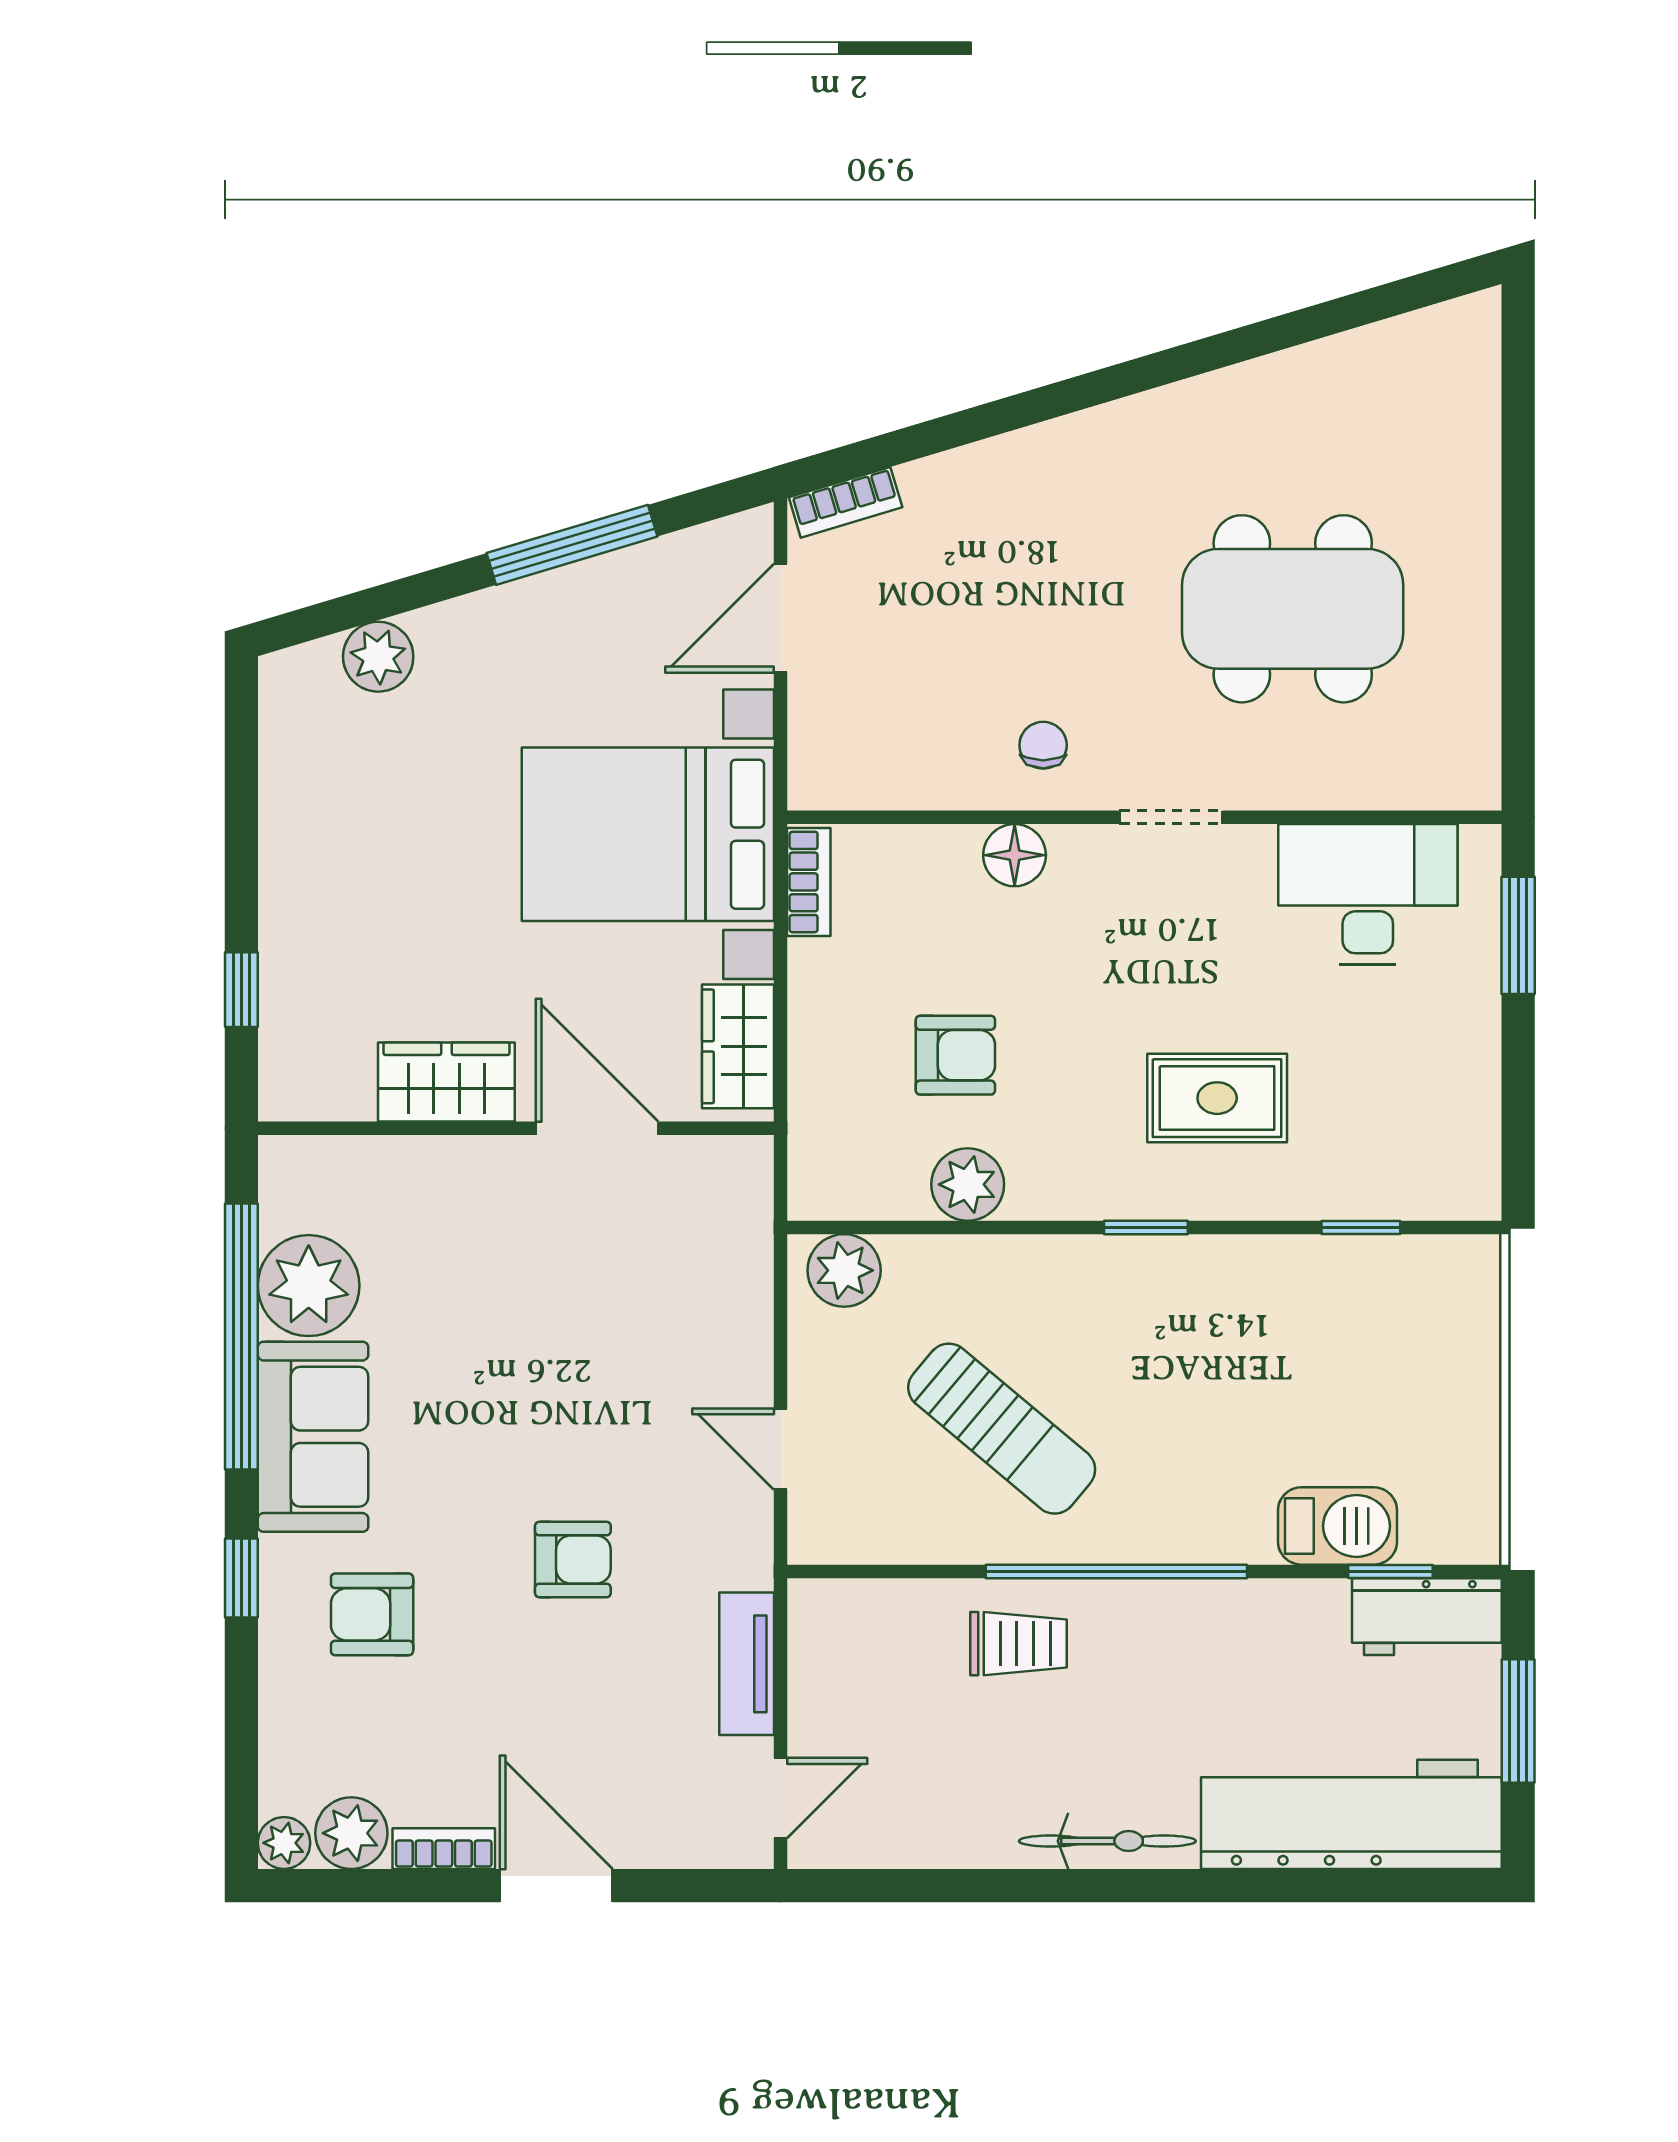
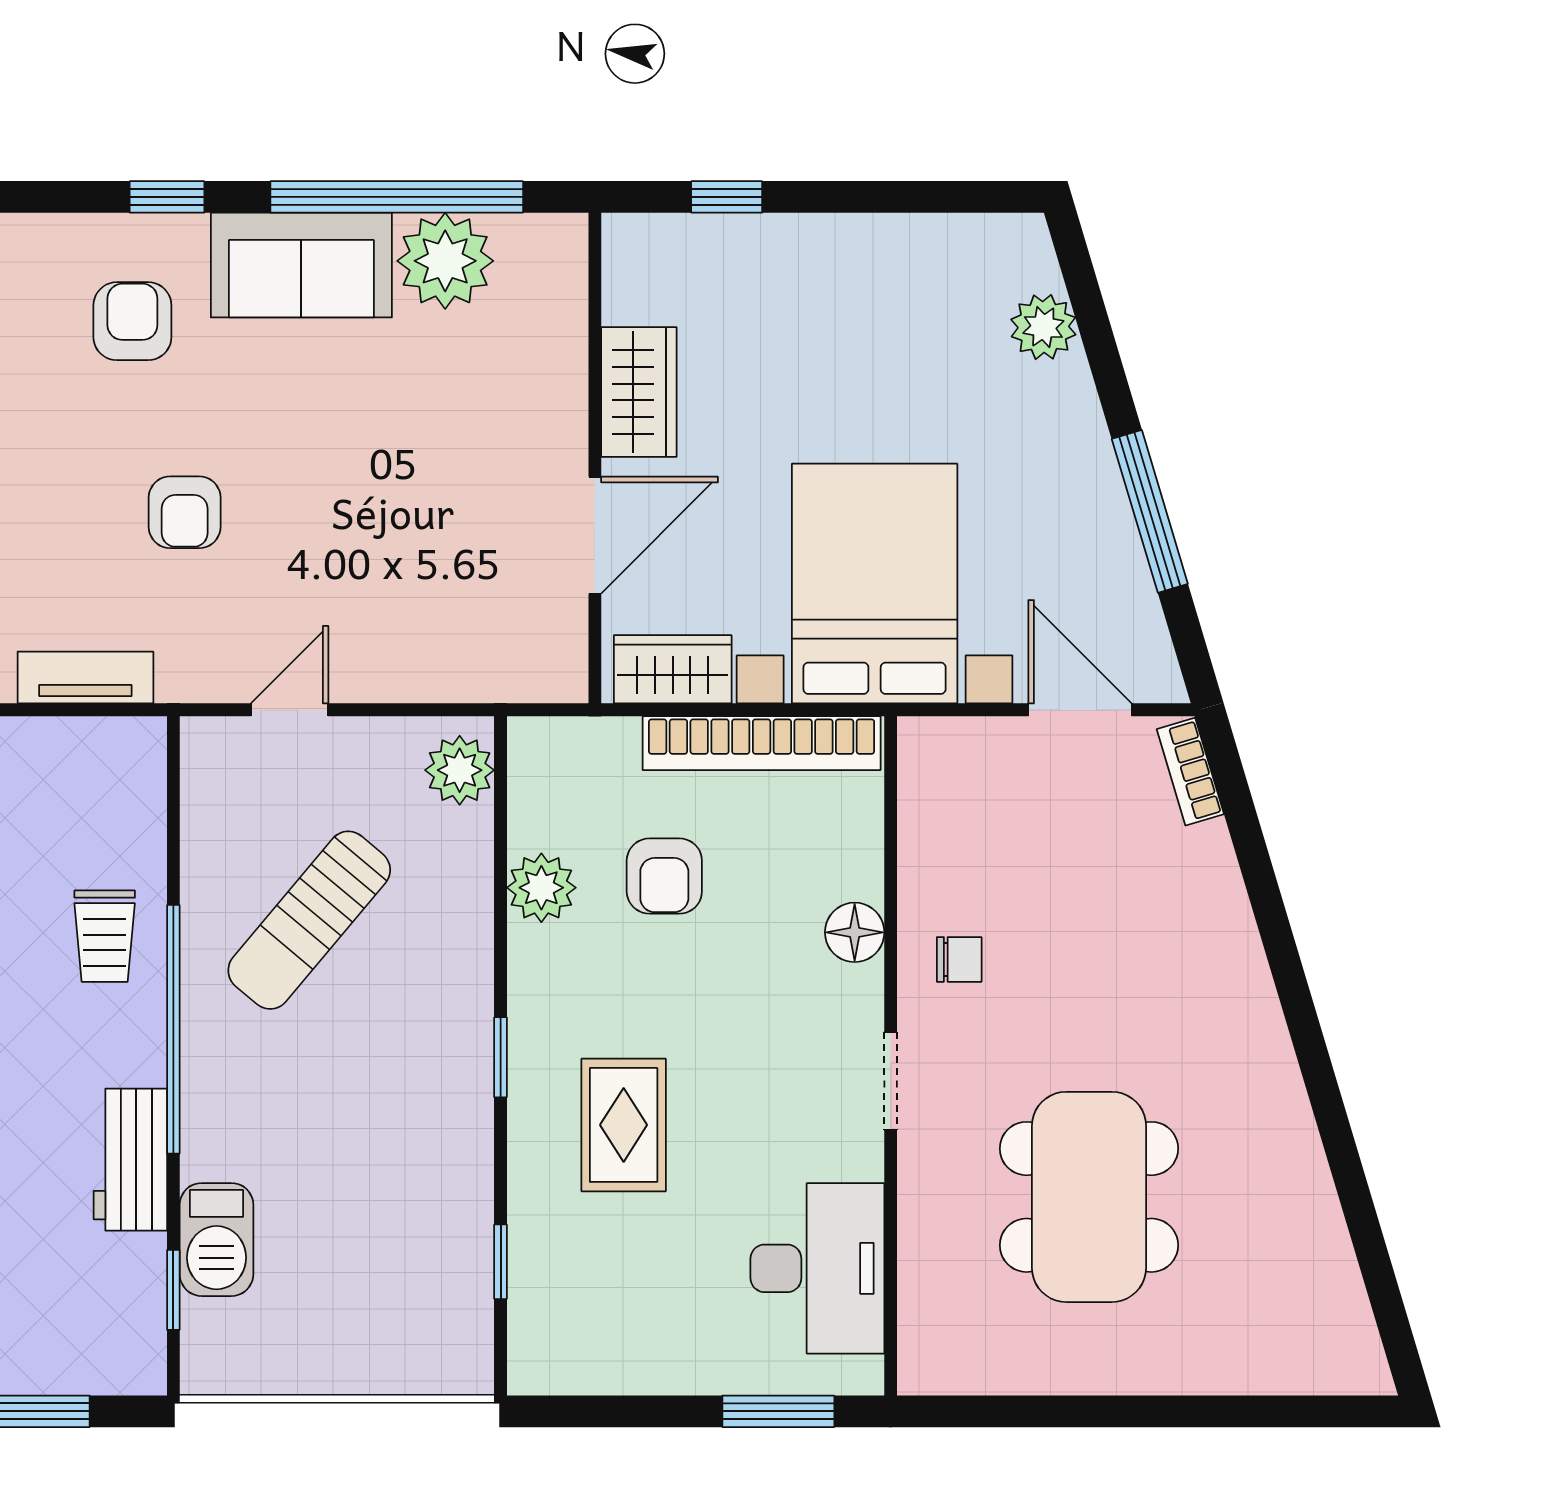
bookcase: (809, 882) -> (762, 743), width x2.31, depth x1.31
workbench: (1427, 1617) -> (130, 1160), moved

